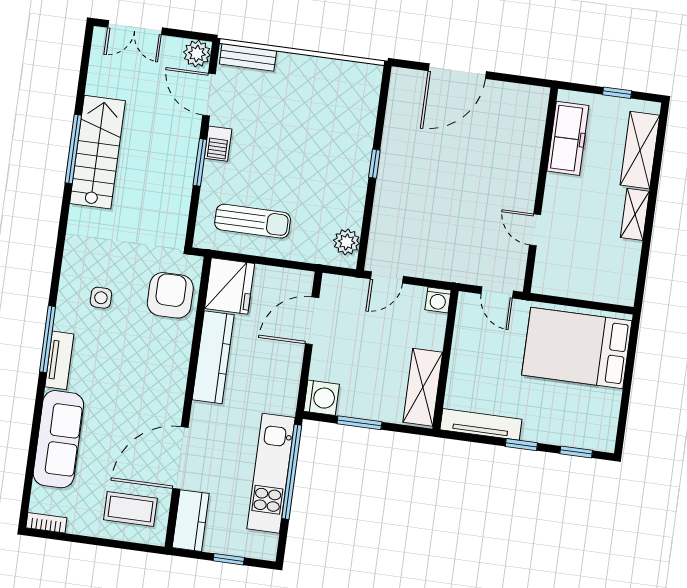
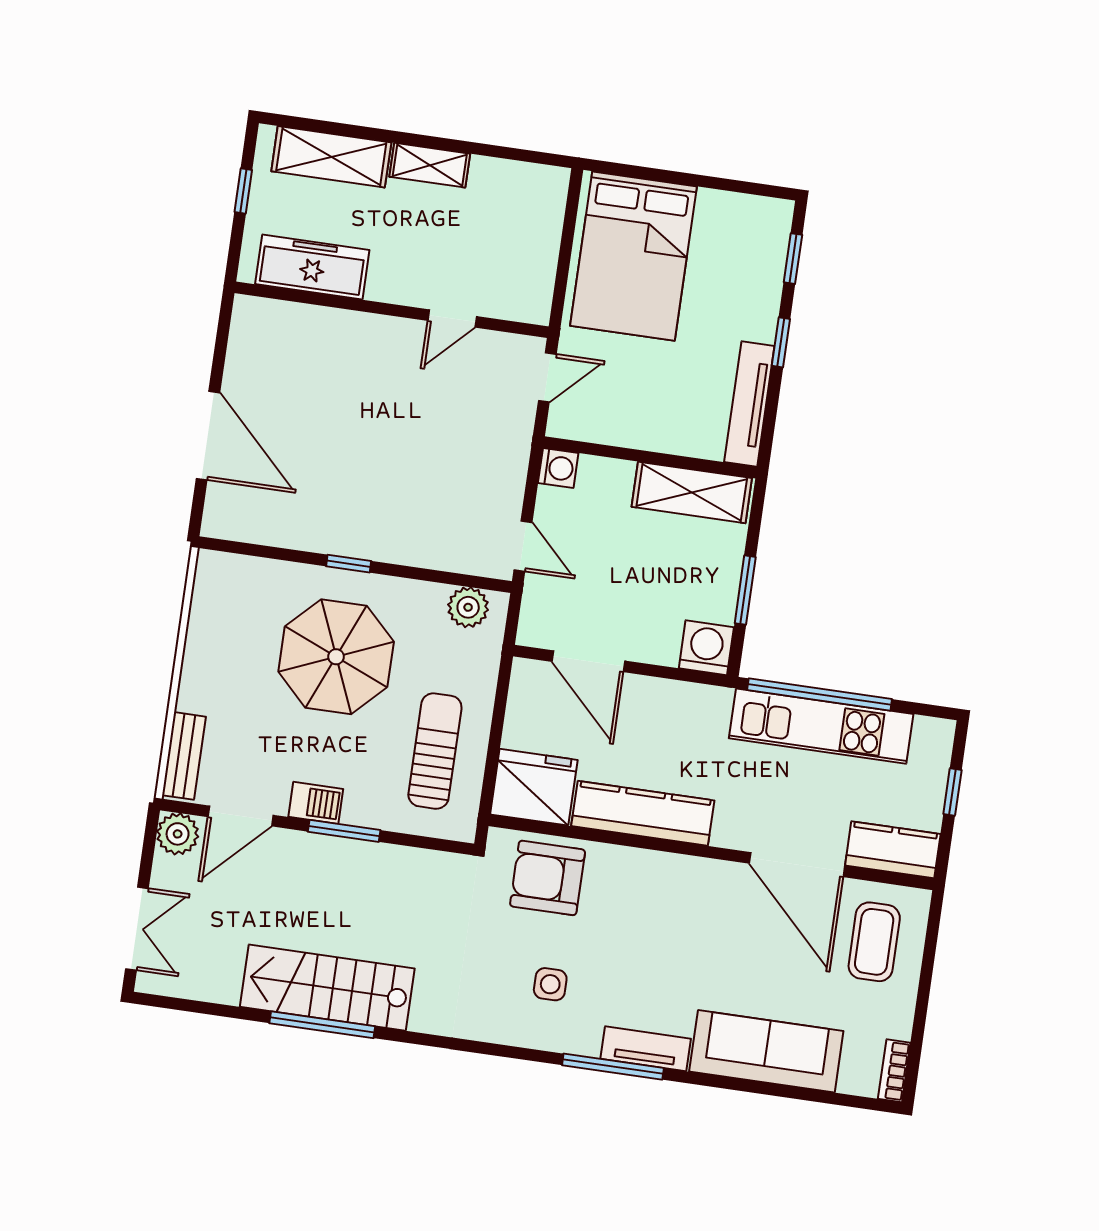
parasol: (314, 156) -> (336, 657), added

